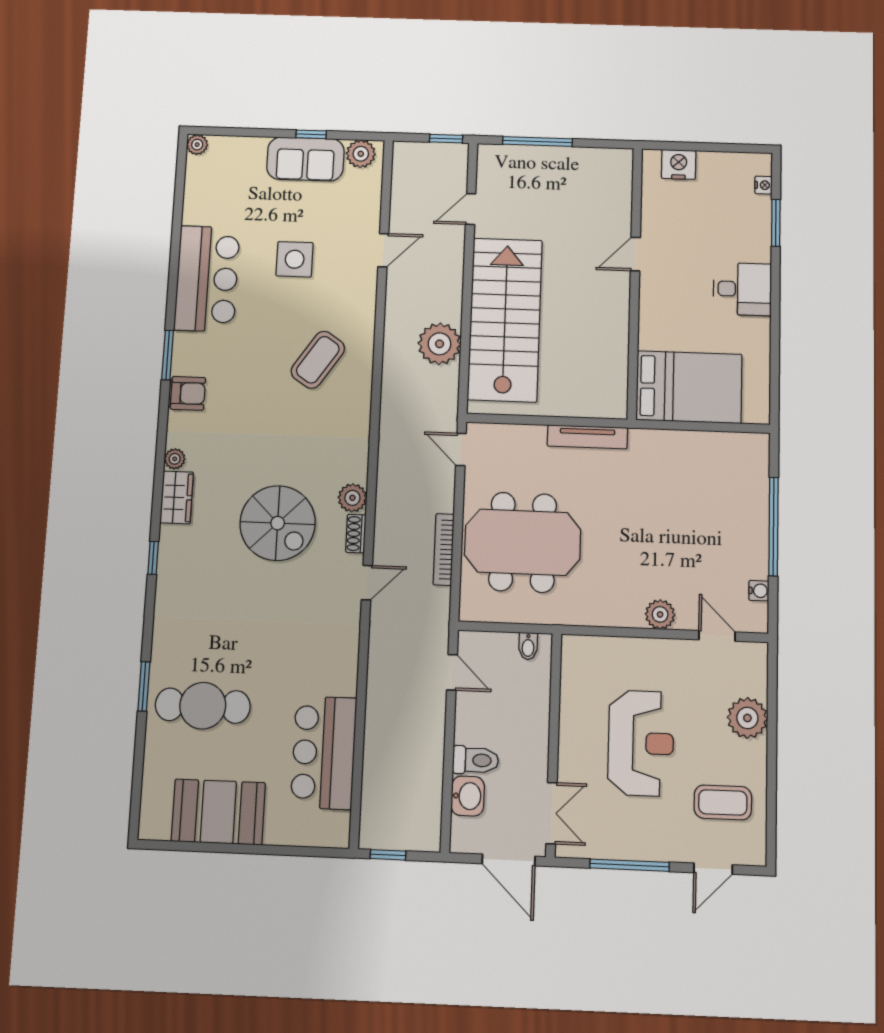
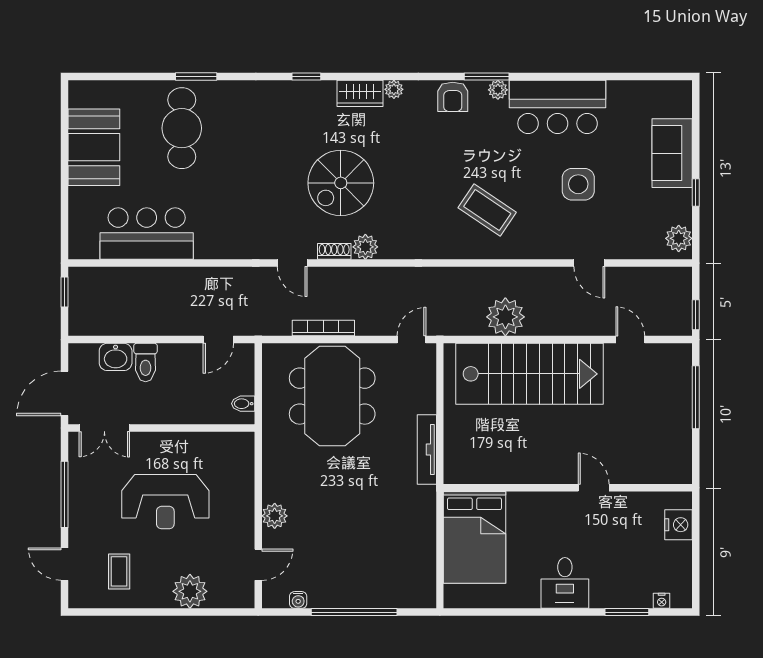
plant: (197, 145) -> (498, 90), moved
sofa: (305, 159) -> (672, 153), moved
coffee table: (723, 802) -> (119, 571), width x0.73, depth x0.77

